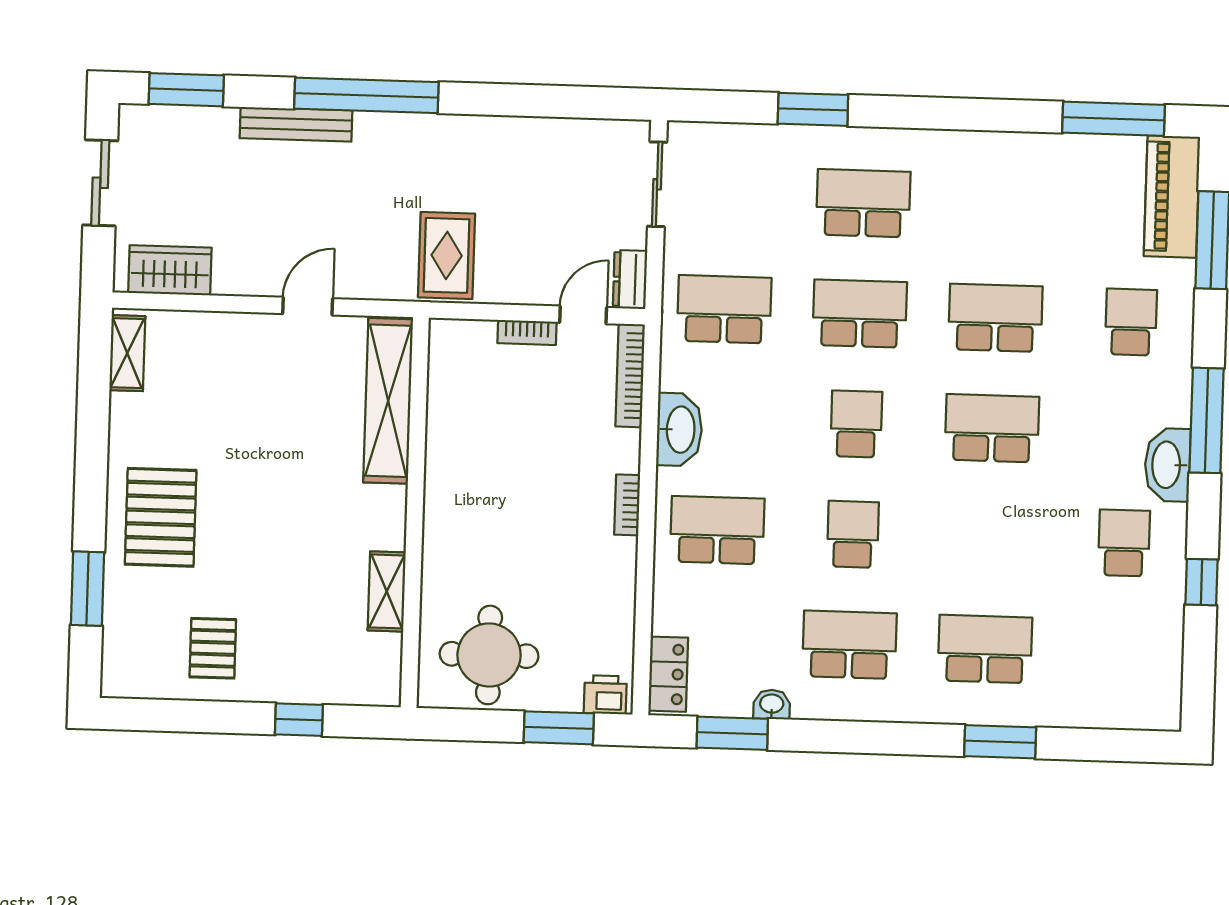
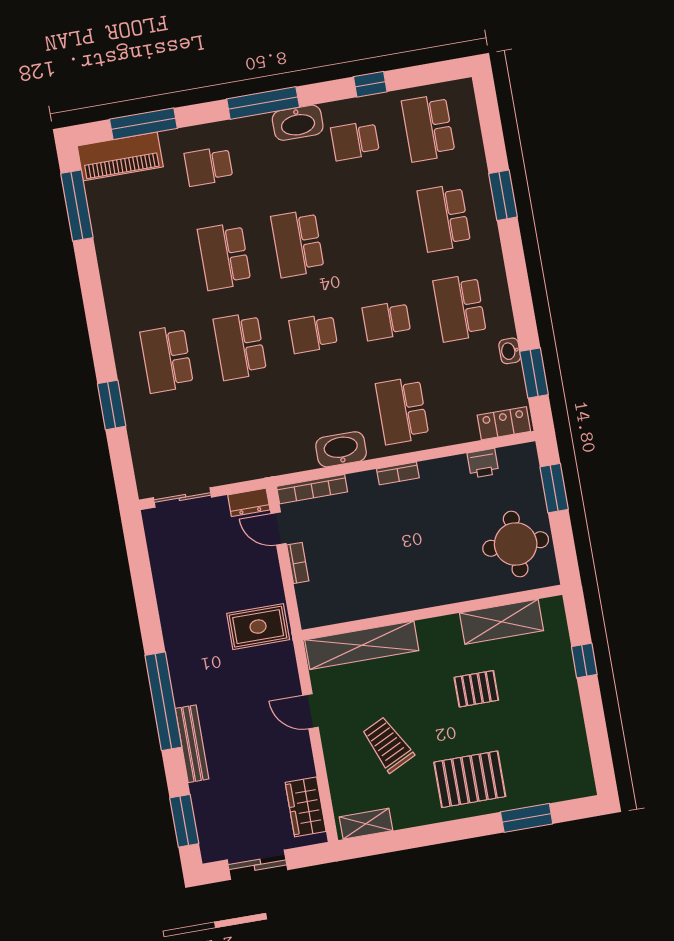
school desk: (724, 309) -> (428, 128), moved
trolley: (236, 409) -> (388, 745), added
shelving: (387, 591) -> (502, 622), width x1.50, depth x1.33
pallet: (213, 648) -> (476, 689), moved
printer: (605, 695) -> (483, 463), moved, turned -90

